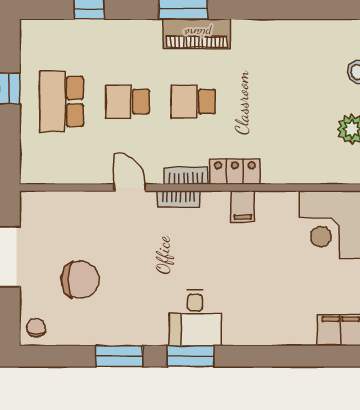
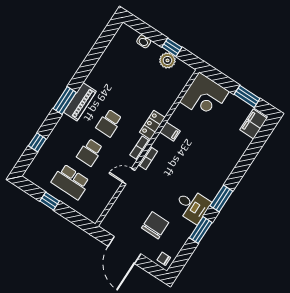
desk: (195, 318) -> (192, 206), moved

